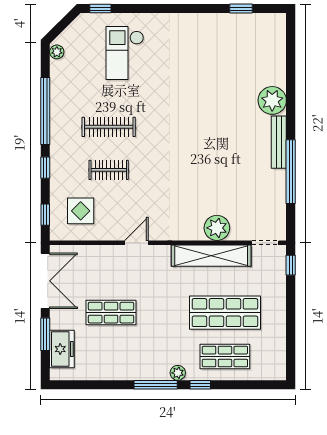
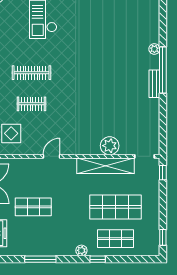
plant: (272, 100) -> (154, 49), width x0.53, depth x0.53
bench: (279, 142) -> (154, 84), width x0.73
window: (291, 172) -> (163, 70), moved
window: (291, 355) -> (163, 237), added
window: (156, 385) -> (40, 259), moved

